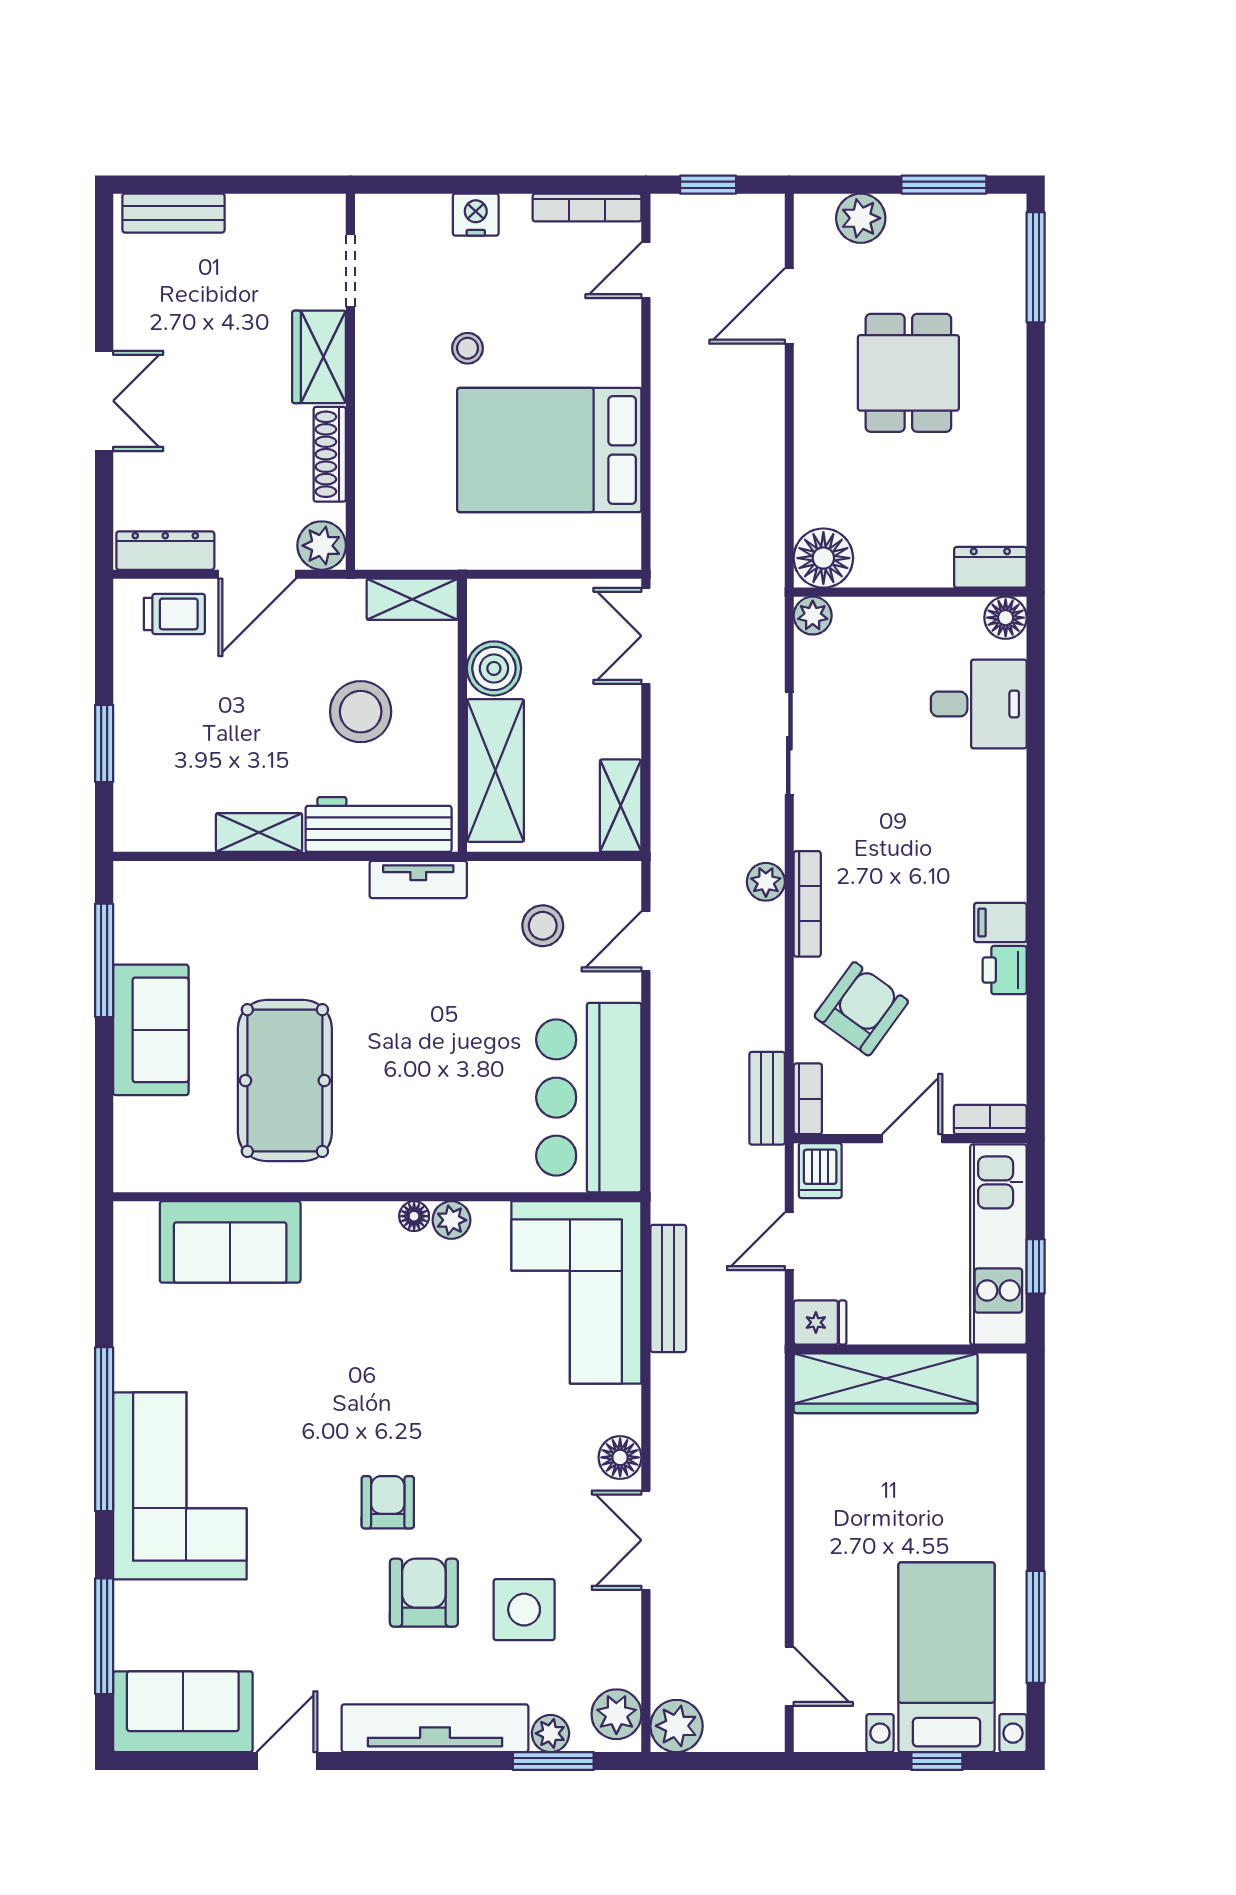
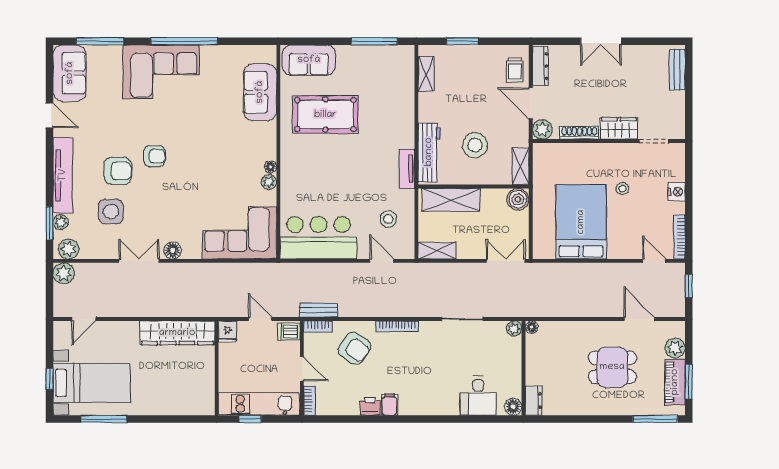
piano: (945, 219) -> (675, 382), added
floor lamp: (823, 558) -> (532, 327), width x0.53, depth x0.53
boiler: (494, 668) -> (518, 199), moved
shelving: (259, 833) -> (426, 74), moved
plant: (766, 882) -> (406, 310), removed
sofa: (151, 1030) -> (309, 60), moved
bench: (668, 1288) -> (241, 270), removed
wardrobe: (886, 1383) -> (177, 333), moved, turned -90

